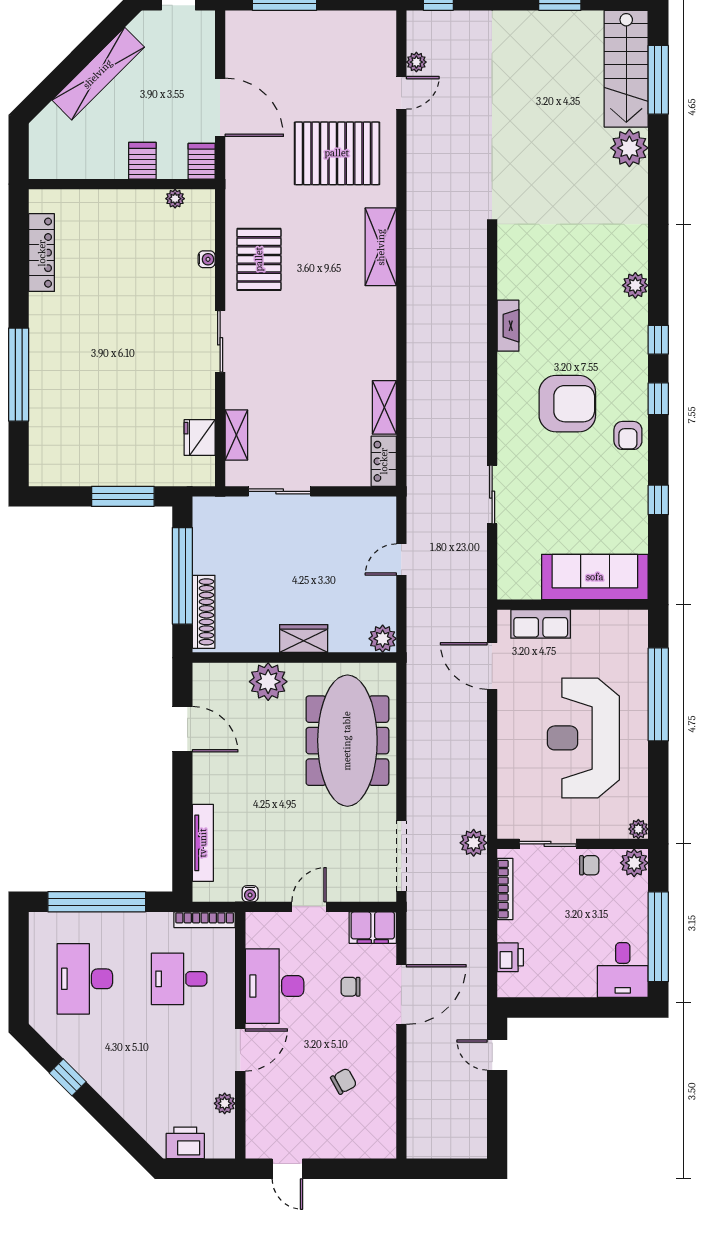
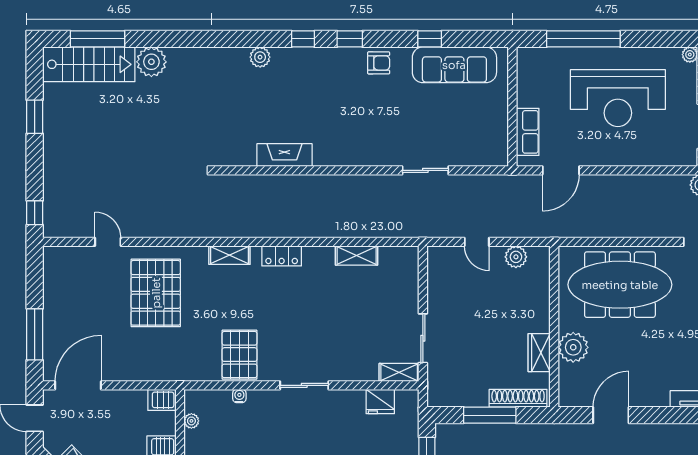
plant: (416, 62) -> (83, 230), removed
door: (220, 107) -> (78, 385), moved
shelving: (381, 247) -> (229, 255), width x0.67, depth x0.75
pallet: (259, 259) -> (239, 355), turned 90
fireplace: (508, 326) -> (284, 155), width x1.37, depth x1.32
armchair: (567, 404) -> (354, 111), removed
shelving: (236, 435) -> (399, 372), moved
locker: (384, 461) -> (282, 256), moved
window: (182, 576) -> (490, 415), width x0.68
sofa: (595, 577) -> (454, 65), moved, turned -90
wardrobe: (304, 639) -> (539, 353), moved
plant: (383, 639) -> (516, 257), moved

